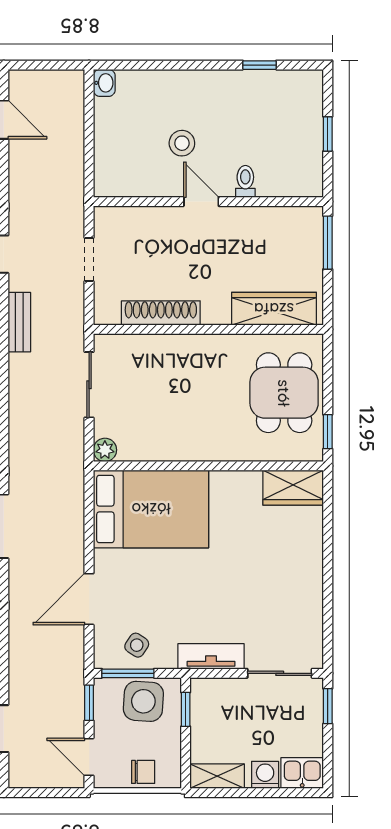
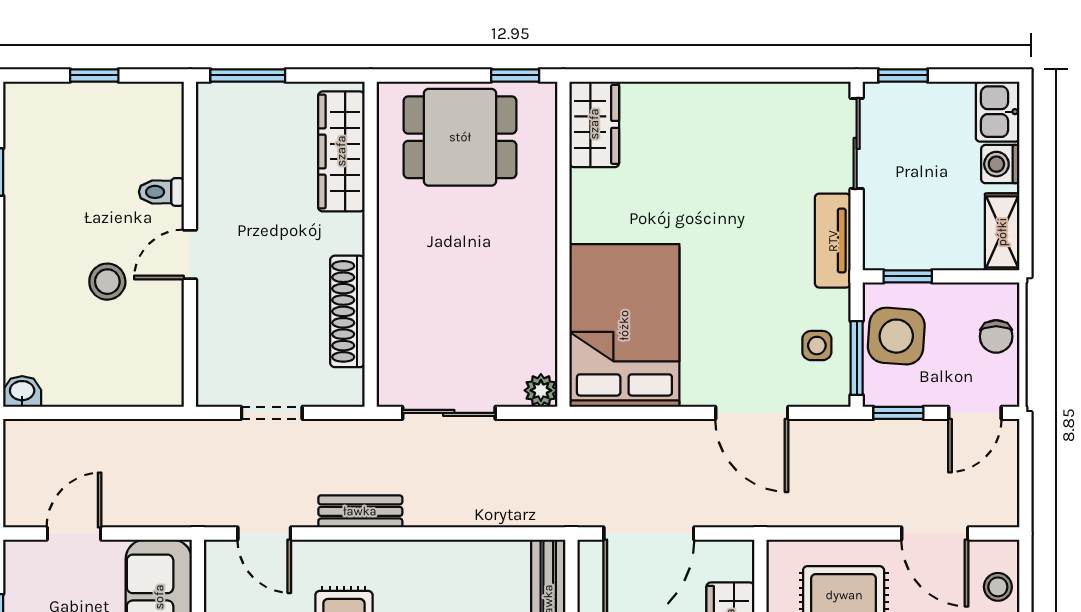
side table: (137, 645) -> (817, 346), turned -33
chair: (143, 772) -> (996, 336), turned 180

